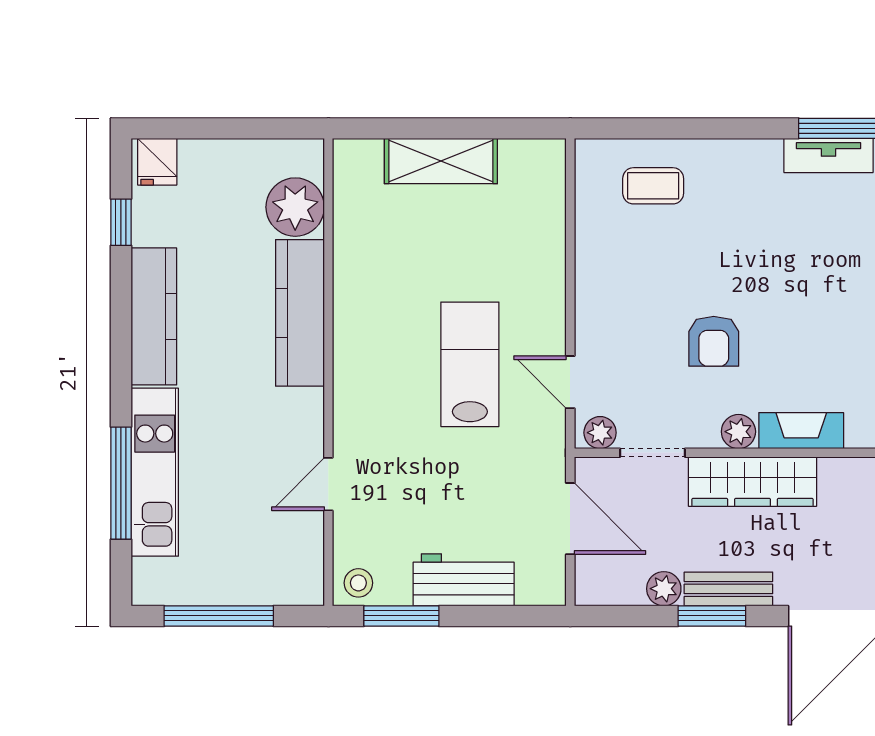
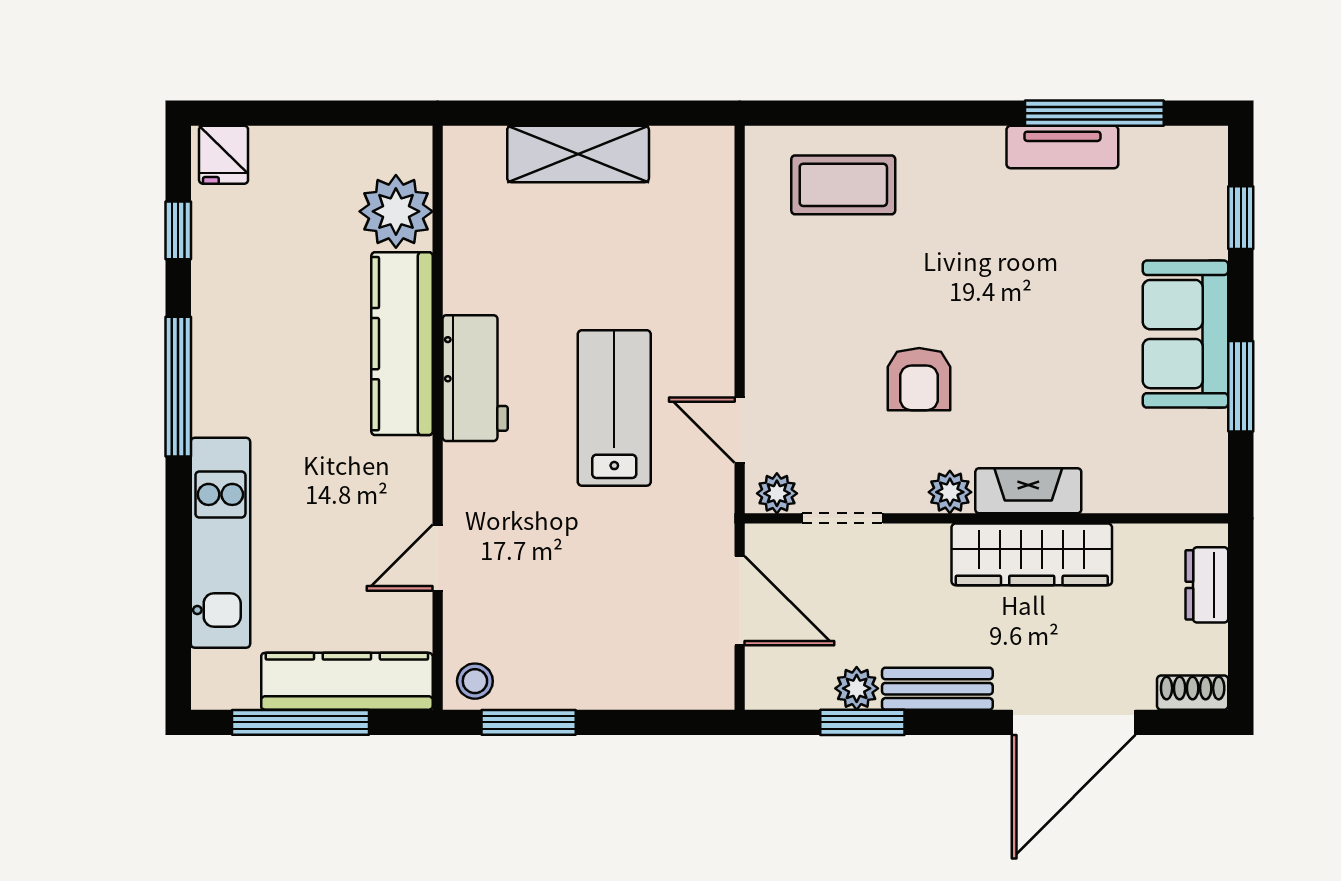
coffee table: (653, 186) -> (843, 185), width x1.36, depth x1.30
kitchen counter: (154, 316) -> (347, 681), moved, turned -90
wardrobe: (752, 482) -> (1032, 554), moved
window: (121, 483) -> (178, 387), moved
workbench: (464, 580) -> (475, 378), moved, turned 90
window: (712, 616) -> (862, 722), moved

